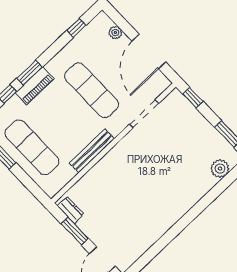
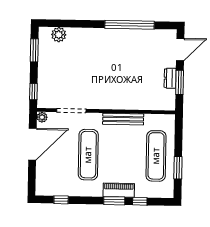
plant: (115, 33) -> (42, 117), moved
dresser: (71, 210) -> (170, 78), moved
window: (167, 238) -> (129, 25), added

